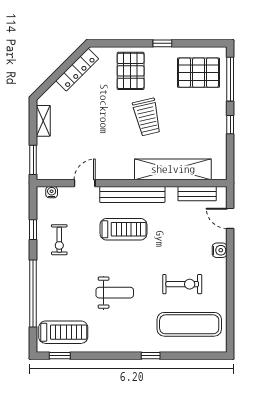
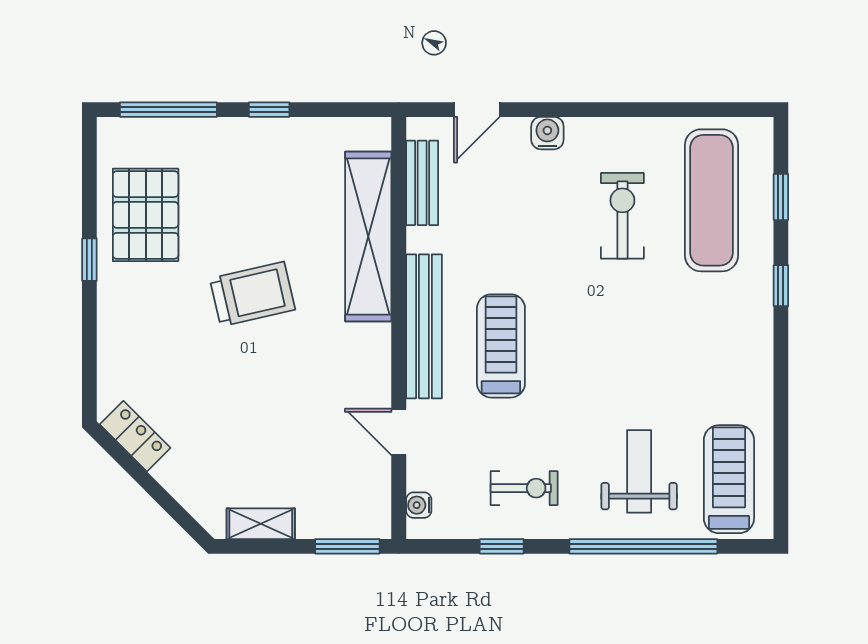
locker: (77, 70) -> (135, 436), width x0.66
pallet: (131, 71) -> (150, 330), removed
pallet: (198, 73) -> (146, 215), moved
weight bench: (115, 293) -> (639, 471), moved
window: (60, 356) -> (781, 197), moved

